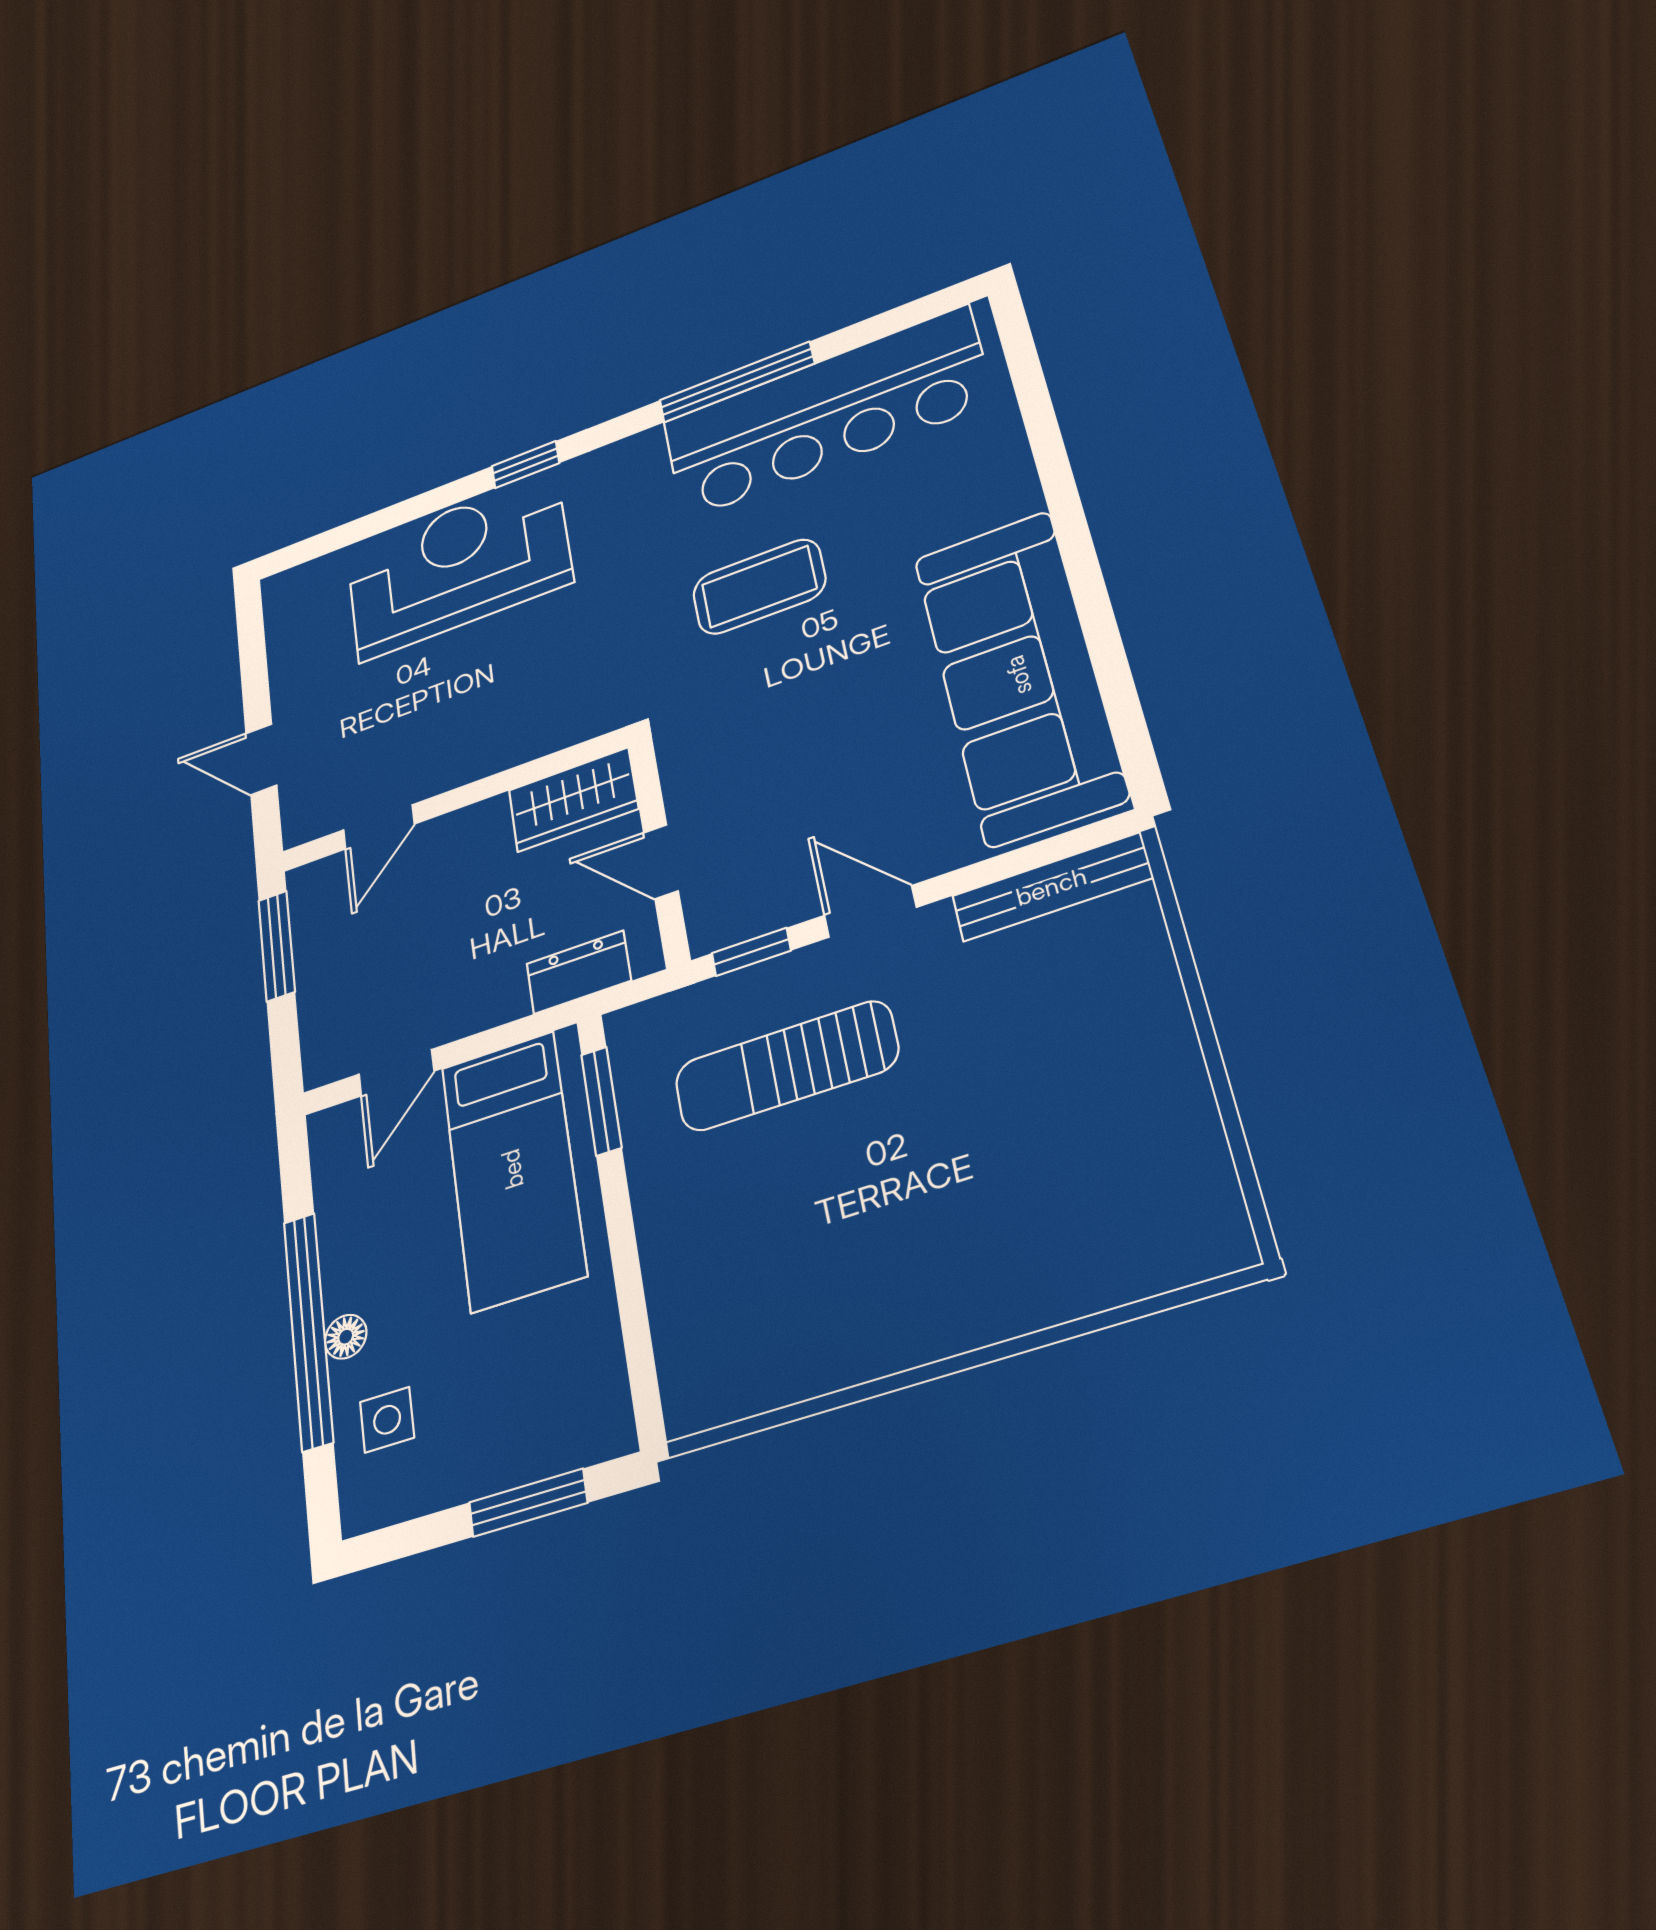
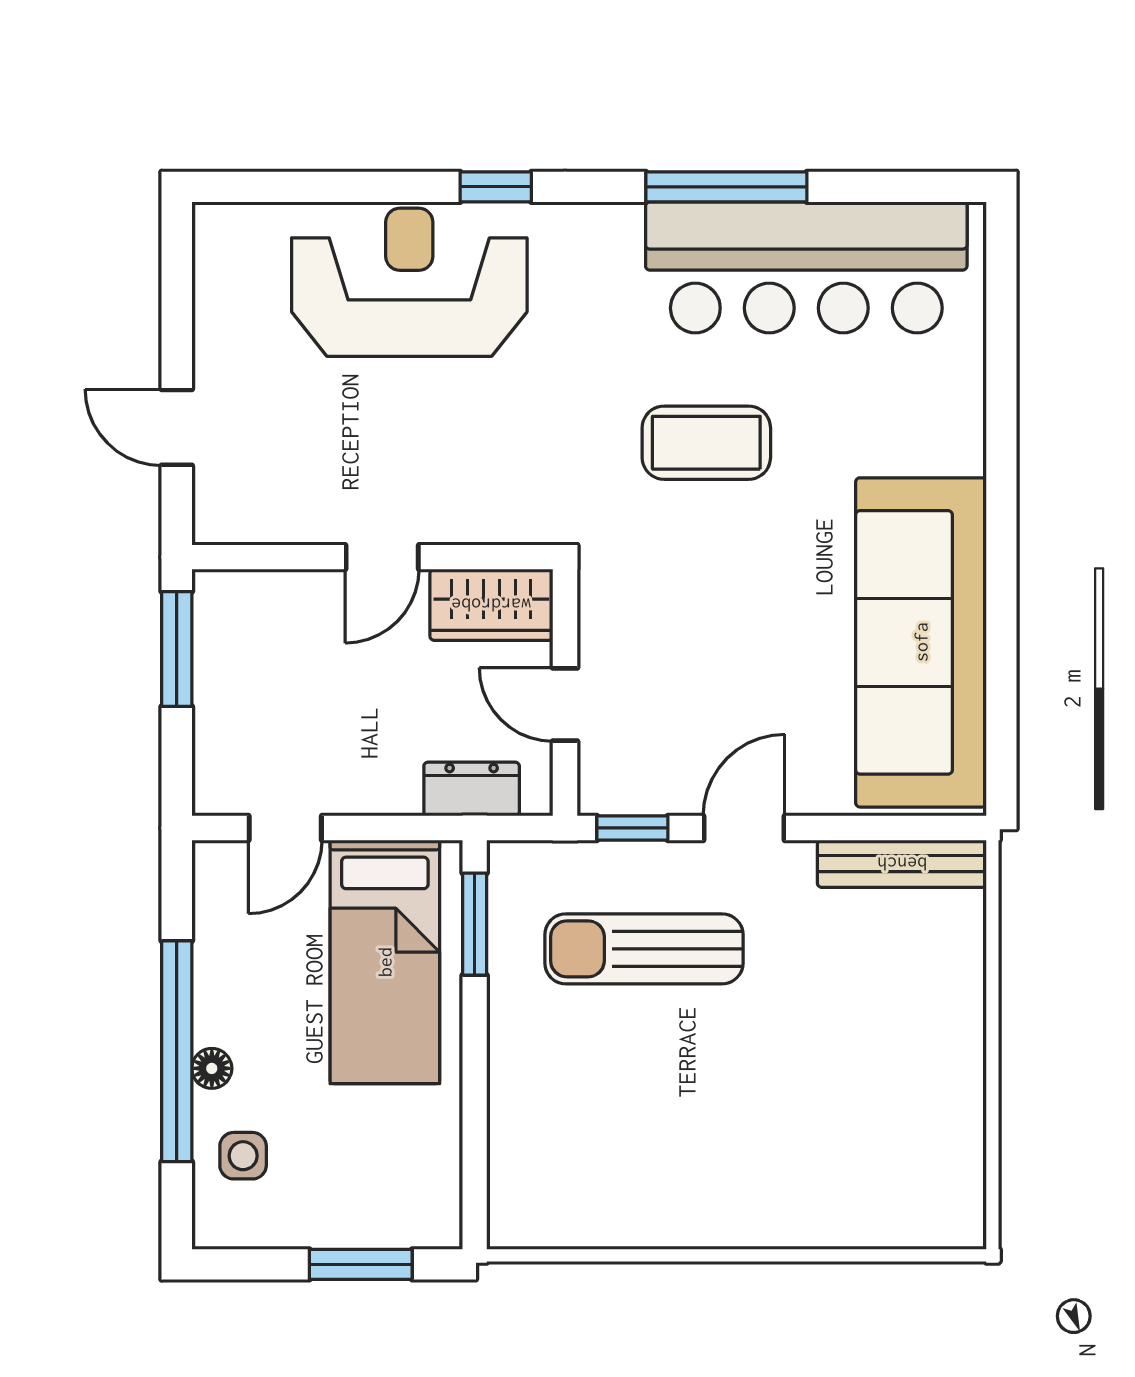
door: (379, 827) -> (382, 557), moved
door: (870, 911) -> (744, 828), hinge flipped

